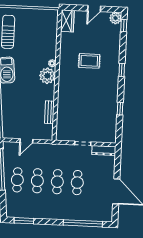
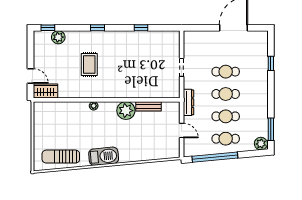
door: (94, 9) -> (30, 76), moved
plant: (116, 18) -> (58, 37), moved
plant: (47, 76) -> (126, 111), moved
dresser: (104, 150) -> (188, 102), moved
plant: (12, 211) -> (261, 144), added
window: (83, 223) -> (271, 63), width x0.32

